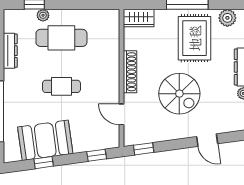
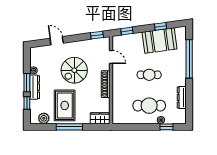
spiral stairs: (179, 94) -> (74, 70), turned -90

